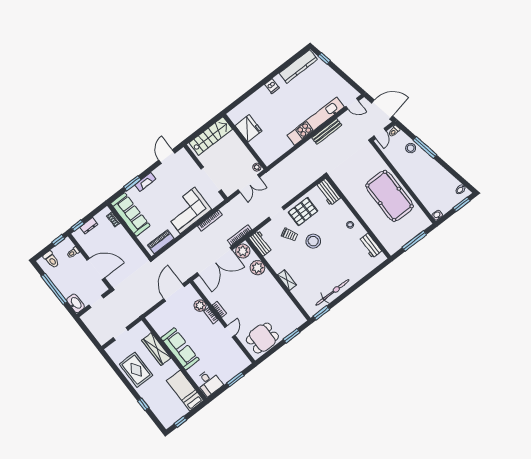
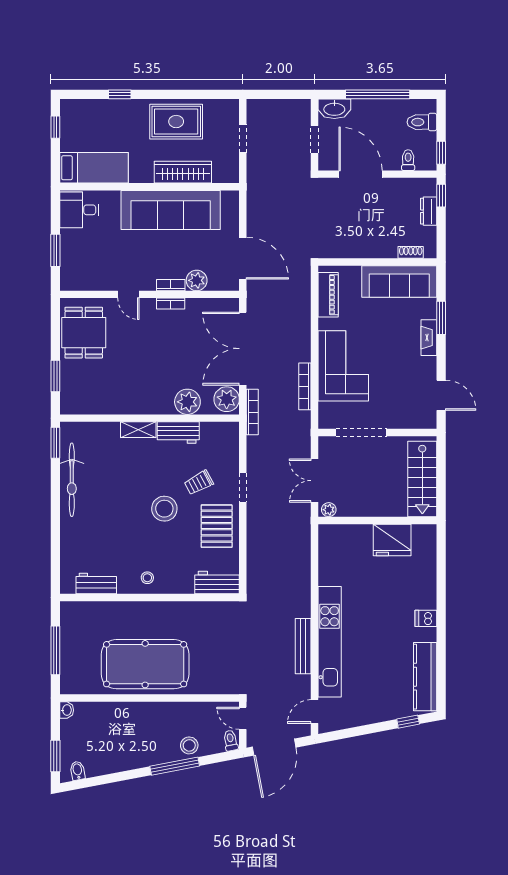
workbench: (261, 243) -> (178, 433), moved
door: (96, 269) -> (361, 174), swing flipped
sofa: (180, 349) -> (171, 210), width x1.36, depth x1.27

